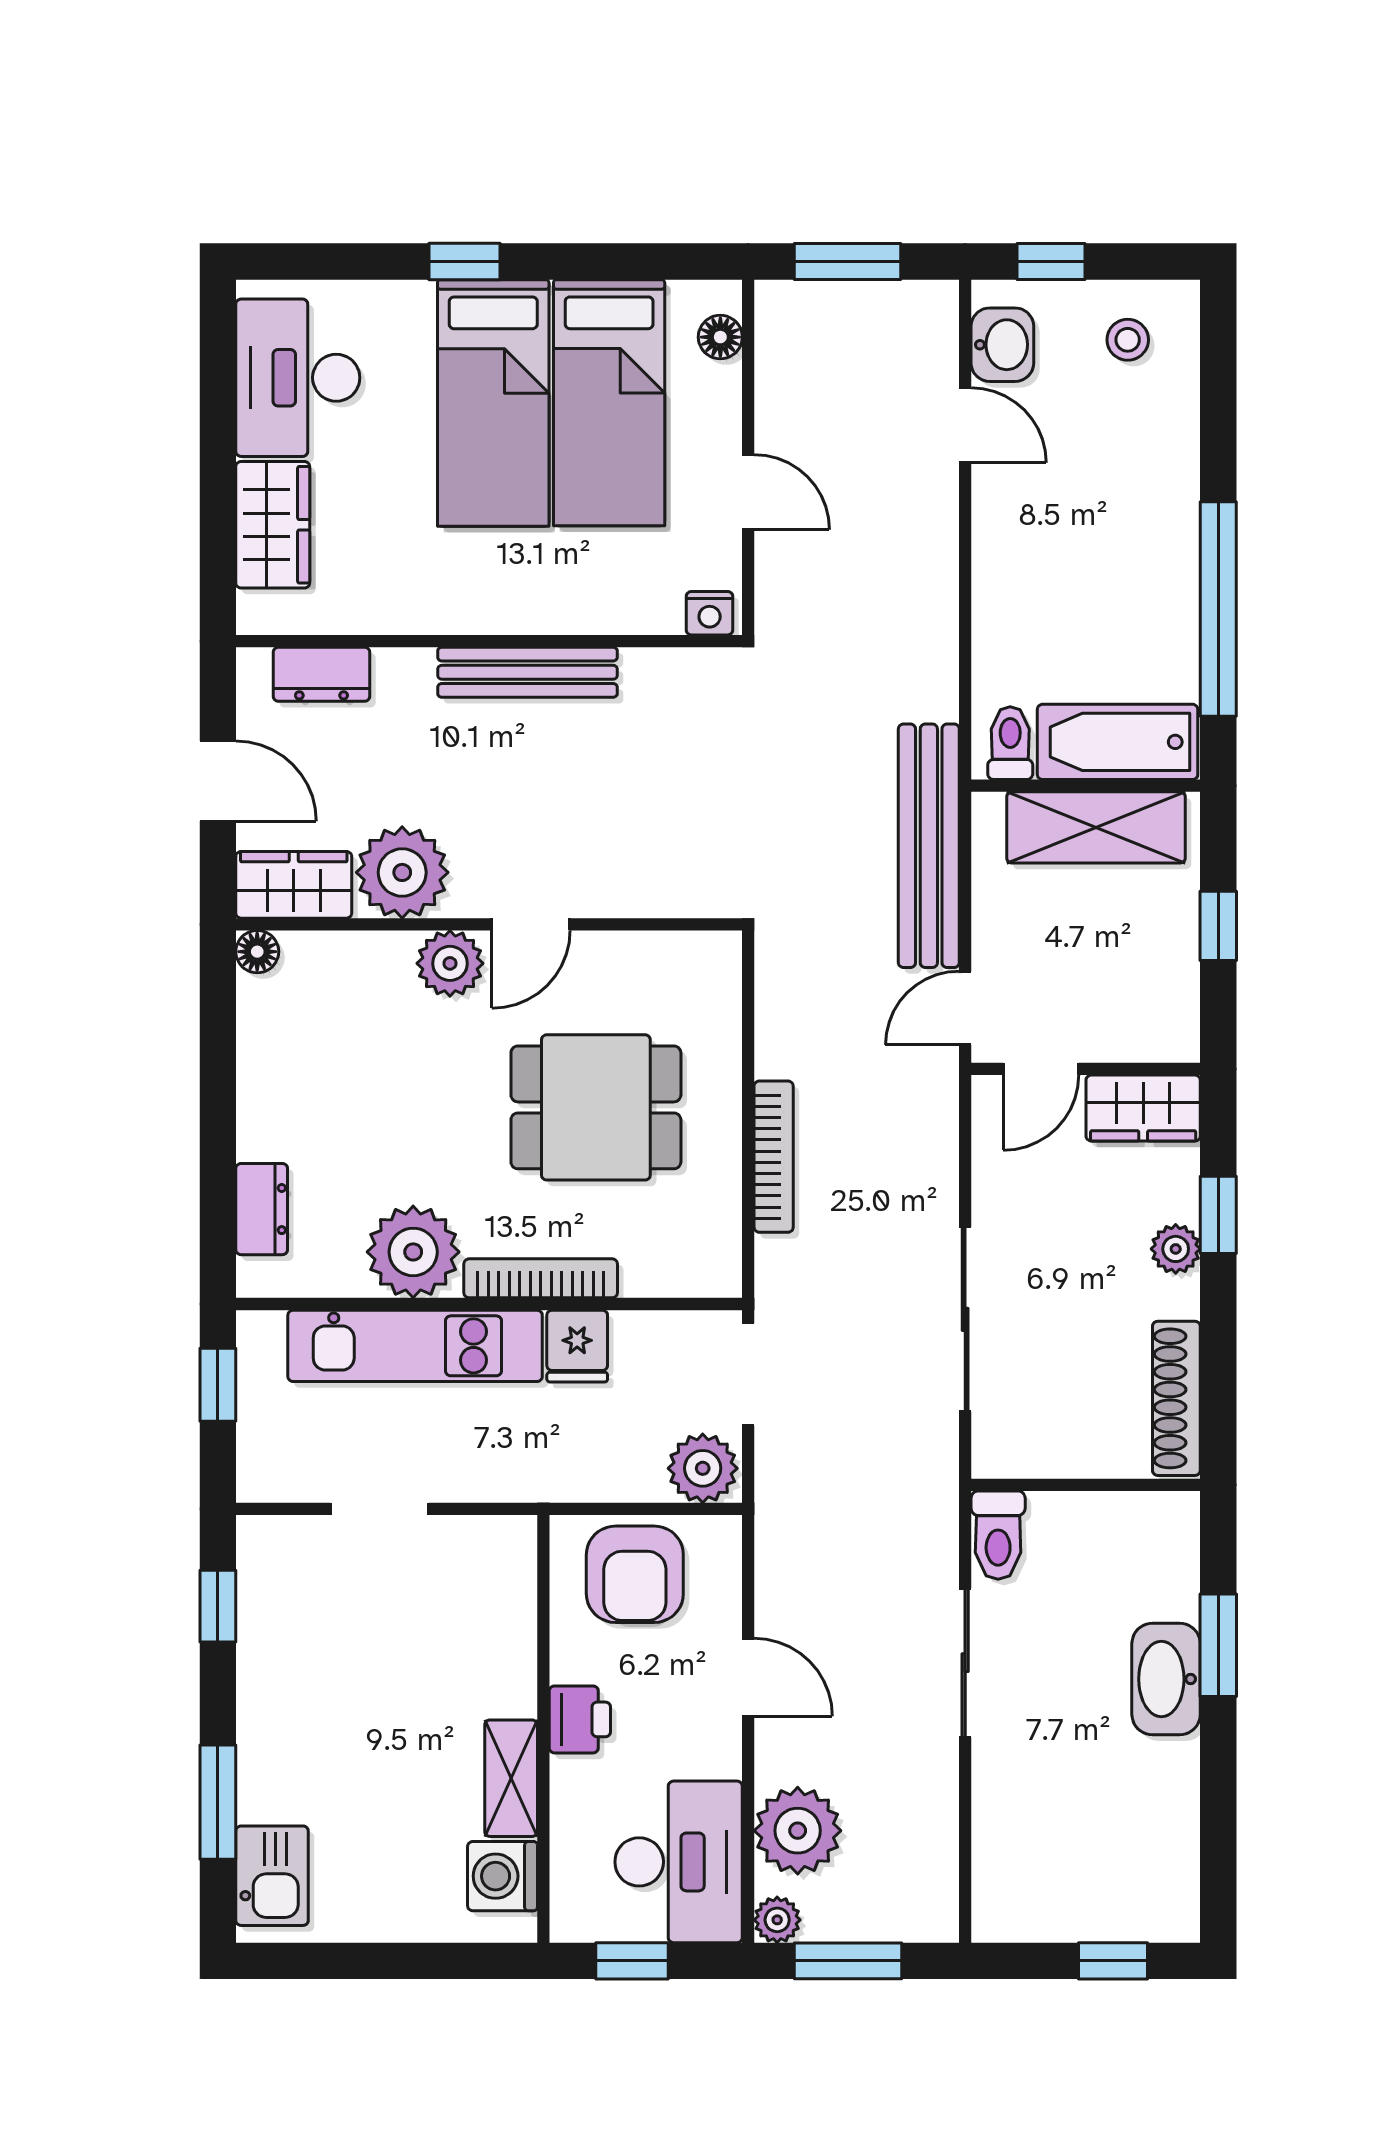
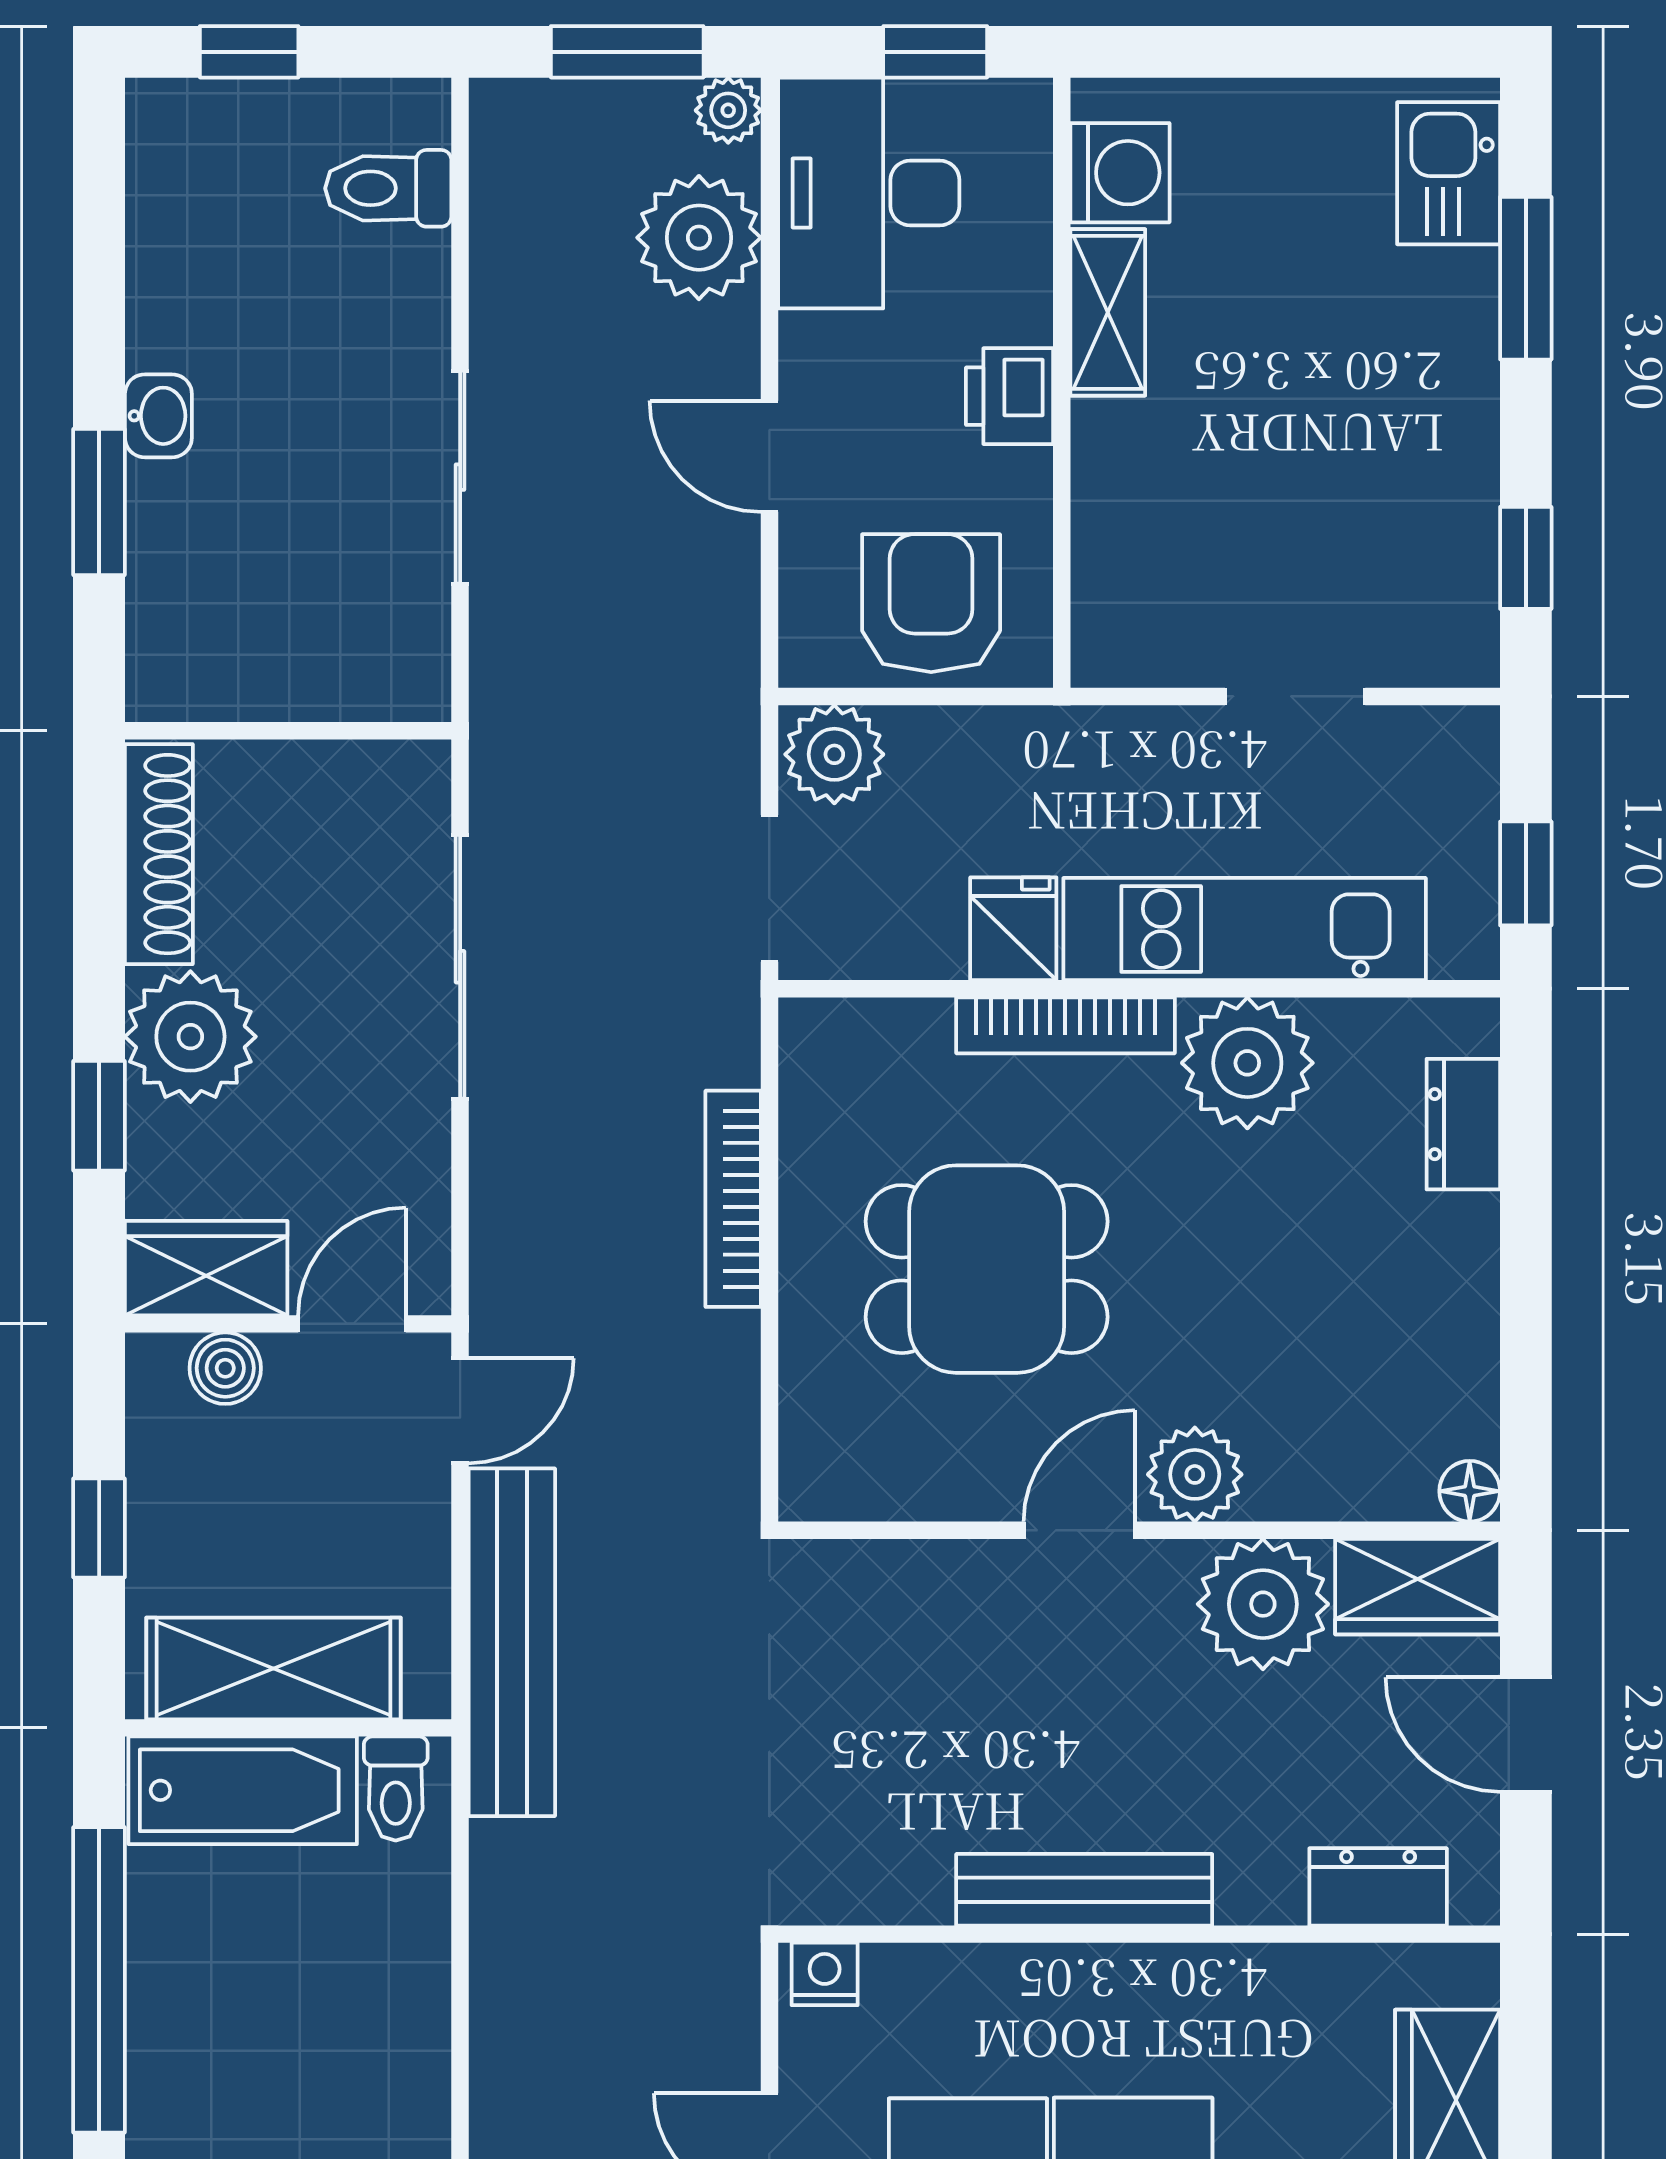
boiler: (1130, 1038) -> (225, 1368), added
plant: (1176, 1249) -> (190, 1037), width x1.87, depth x1.87
toilet: (998, 1535) -> (388, 188), moved, turned -90
washbasin: (1166, 1679) -> (158, 416), width x0.52, depth x0.69

